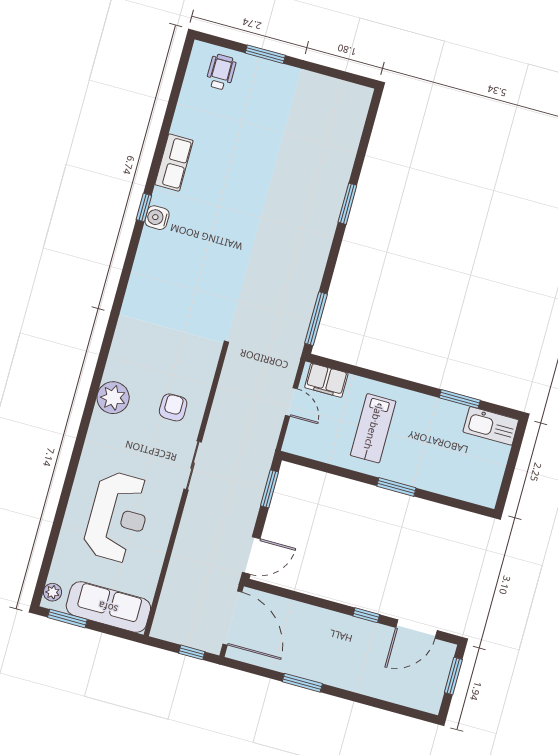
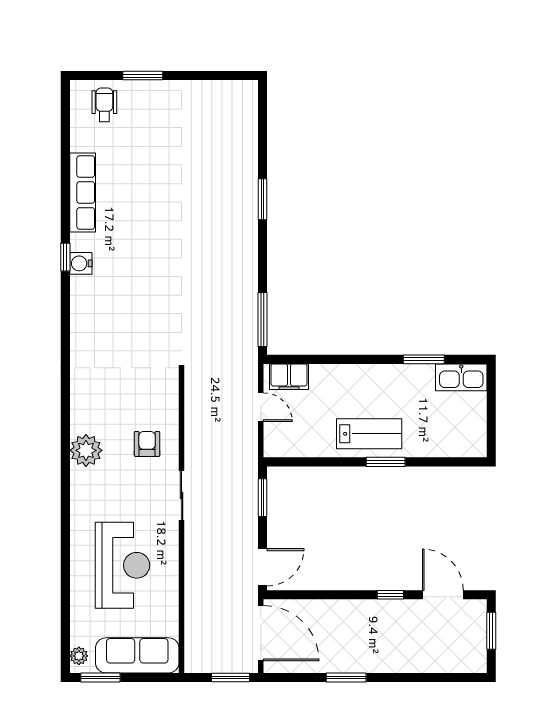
row of seats: (174, 163) -> (83, 192), width x1.48
lab bench: (373, 428) -> (369, 434), moved, turned -90
door: (416, 629) -> (443, 595), swing flipped
window: (192, 652) -> (231, 678), width x1.50

